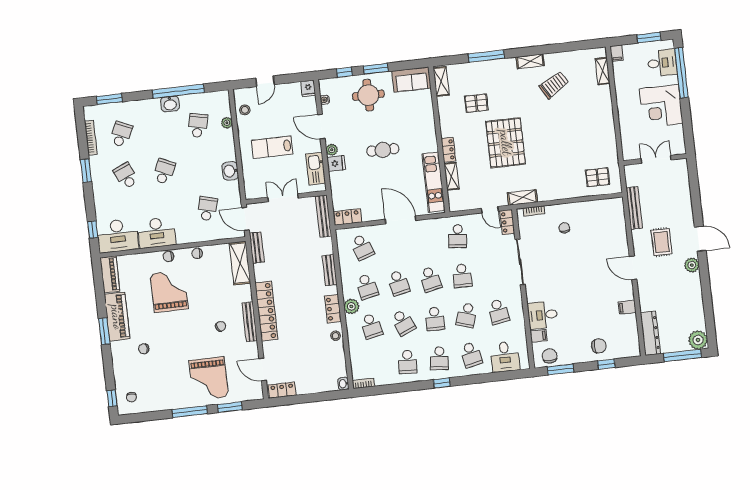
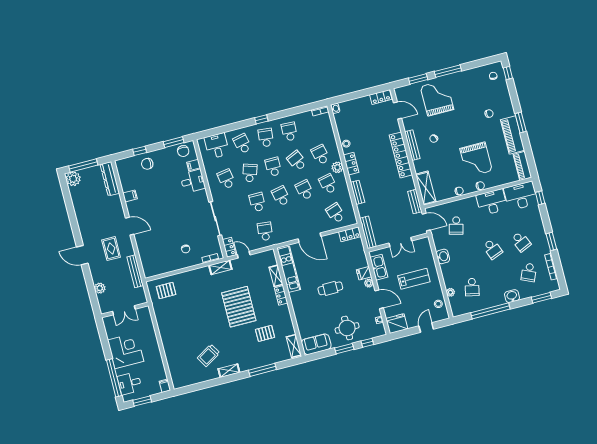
shelving: (603, 71) -> (173, 371), removed
fridge: (308, 88) -> (397, 324), width x1.88, depth x1.34
washbasin: (170, 104) -> (512, 296), moved
school desk: (164, 172) -> (493, 249), turned -45
plant: (692, 265) -> (100, 288), moved

